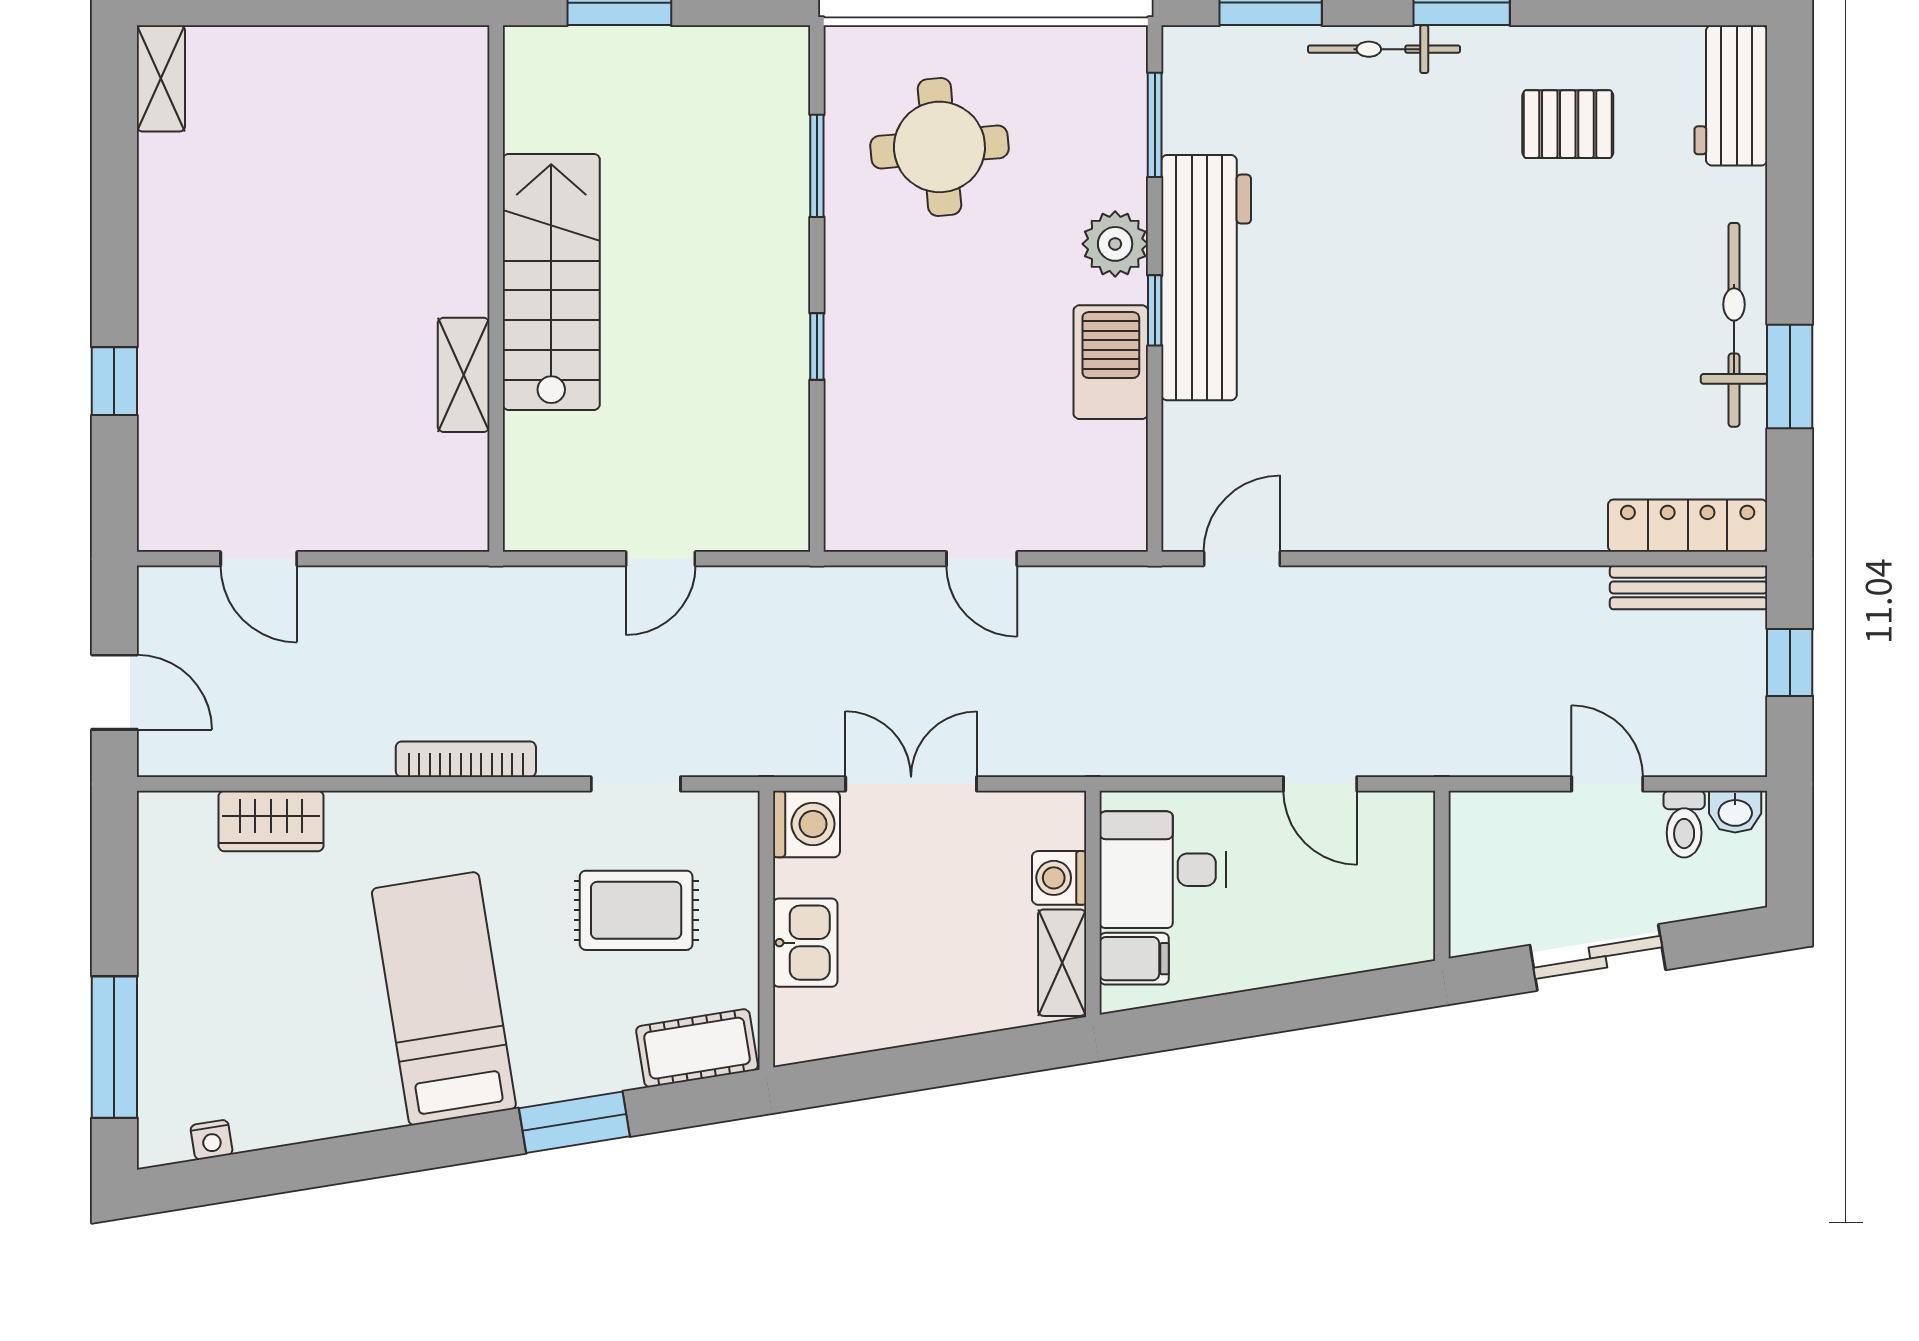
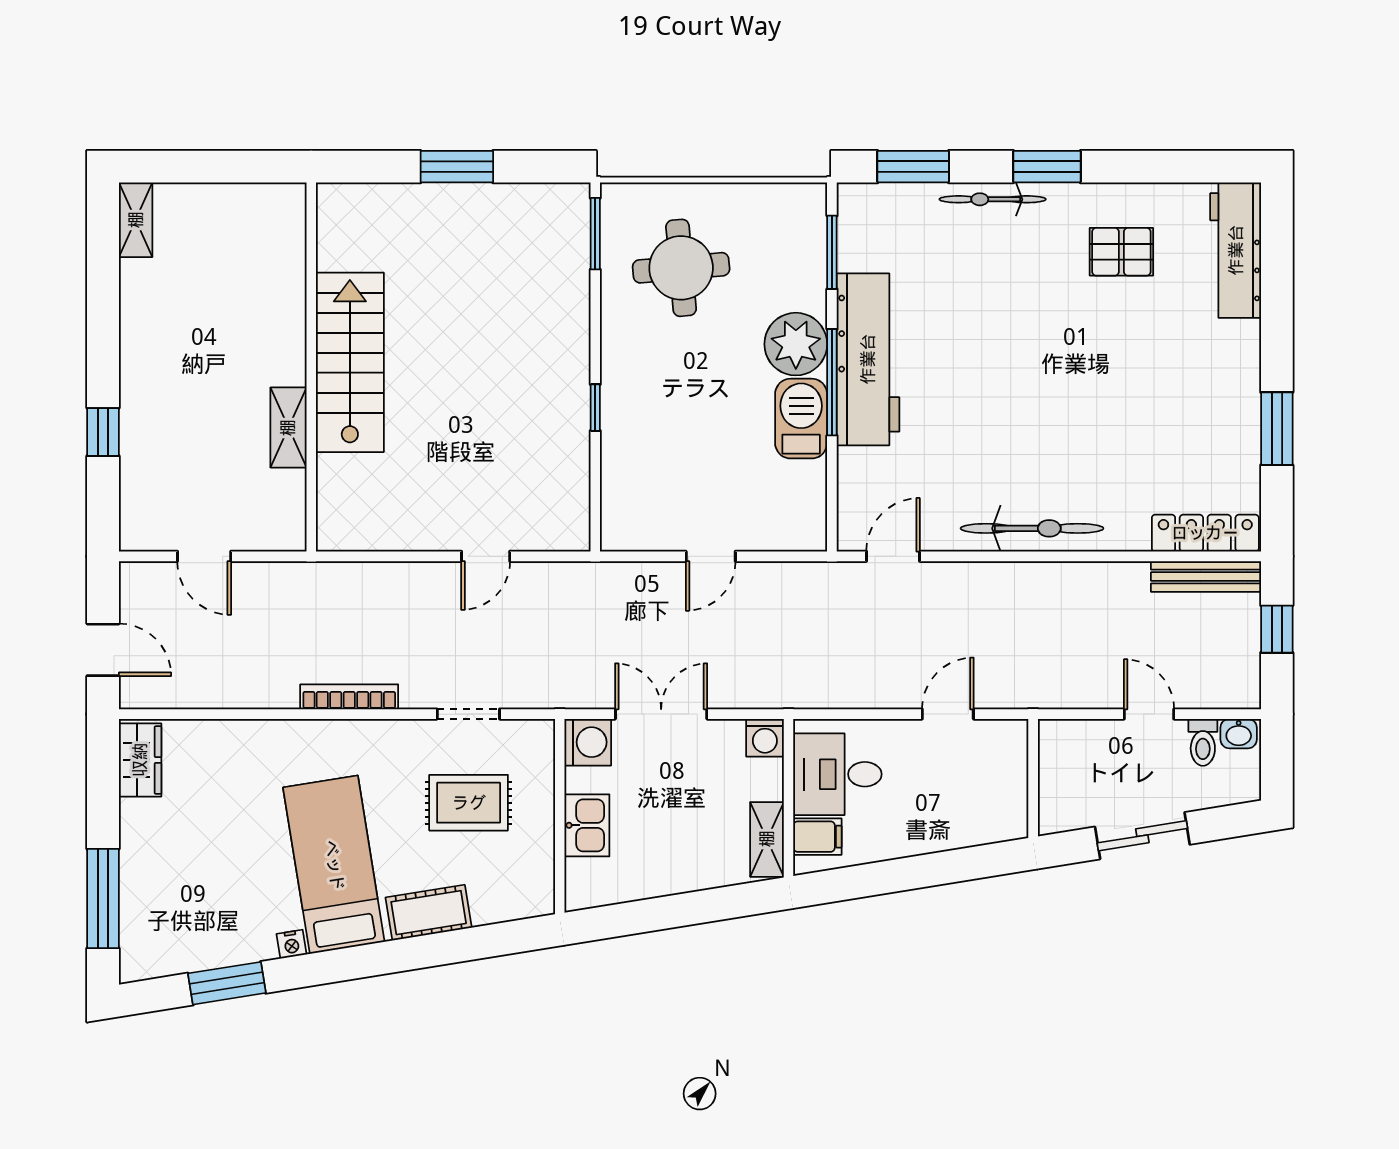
workbench: (1731, 95) -> (1236, 250), width x1.38
window: (817, 166) -> (595, 234), moved
plant: (1115, 244) -> (796, 344), width x1.36, depth x1.36
stairs: (551, 282) -> (350, 362), moved
wall: (496, 289) -> (311, 367), moved
window: (1155, 310) -> (832, 382), width x2.17
bicycle: (1734, 325) -> (1032, 528), moved, turned 90
shelving: (464, 375) -> (288, 428), moved
door: (982, 559) -> (711, 556), hinge flipped
door: (1320, 784) -> (948, 714), swing flipped
wardrobe: (271, 821) -> (140, 760), moved, turned -90
washing machine: (1059, 878) -> (765, 738), moved, turned -90
cot: (697, 1048) -> (429, 913), moved
window: (574, 1122) -> (227, 983), moved
nightstand: (212, 1140) -> (292, 944), moved

